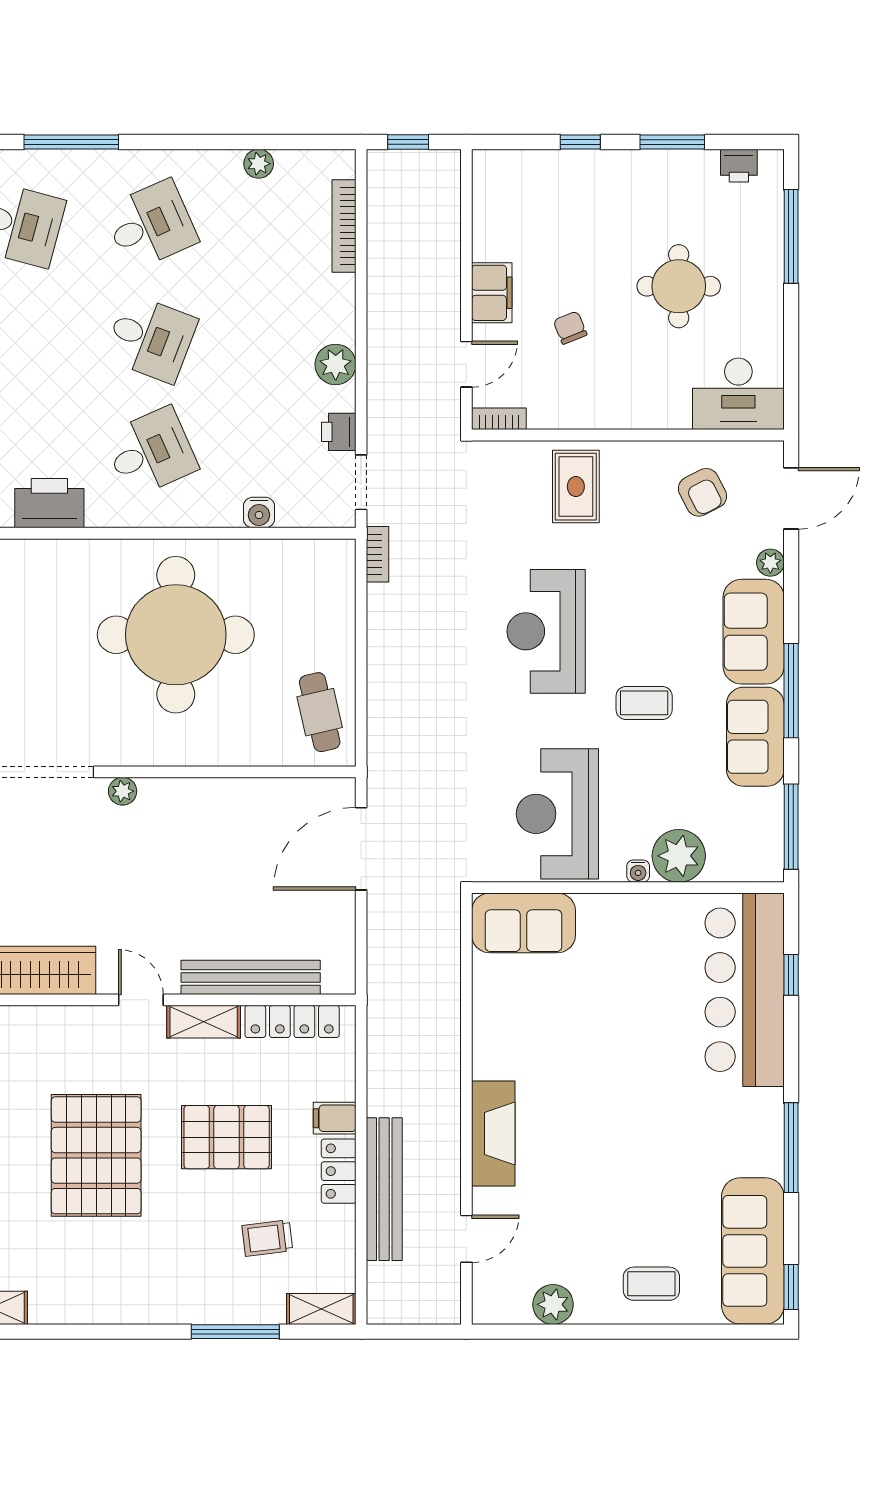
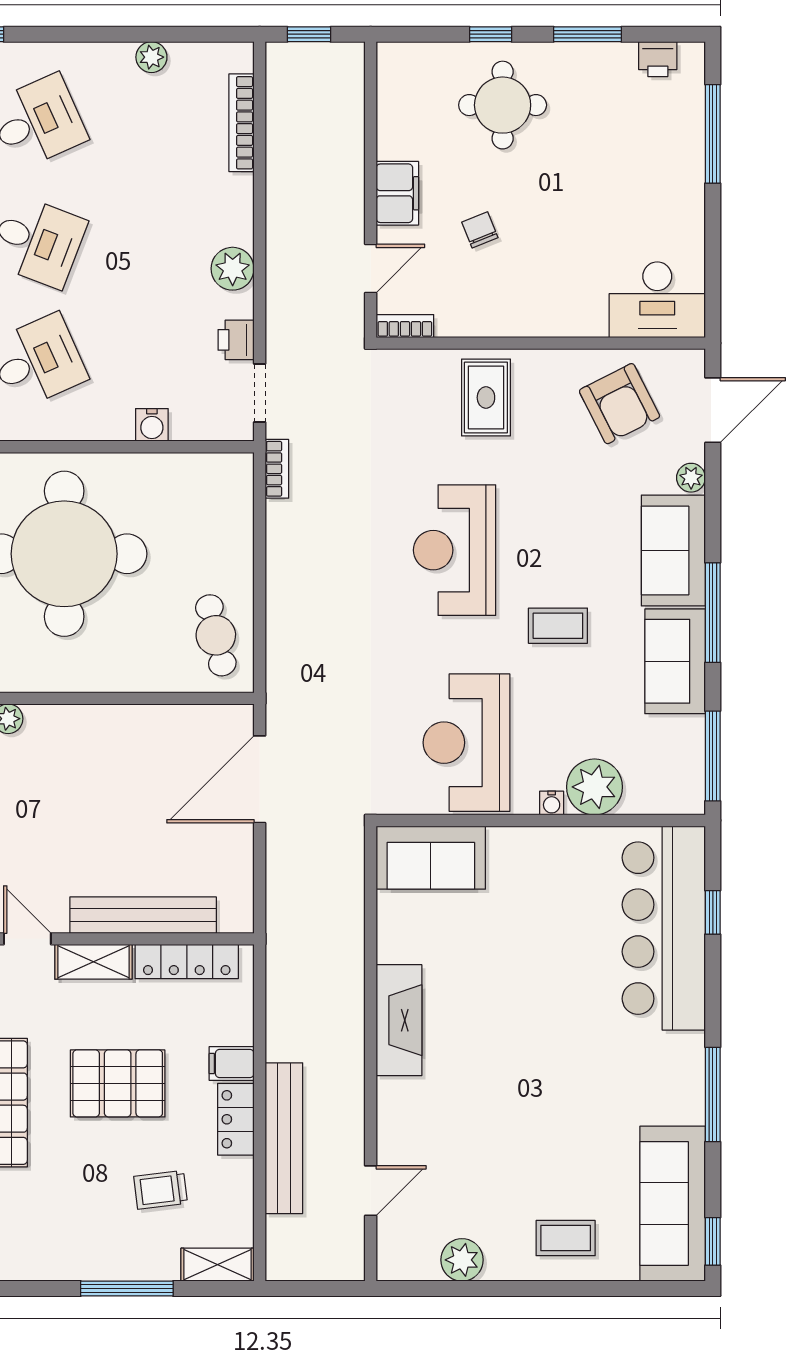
round table: (679, 286) -> (503, 105), moved
armchair: (703, 492) -> (620, 404), width x1.38, depth x1.38
fireplace: (493, 1133) -> (399, 1020), moved

